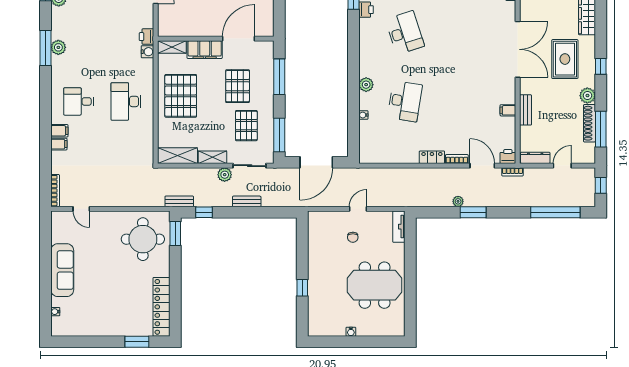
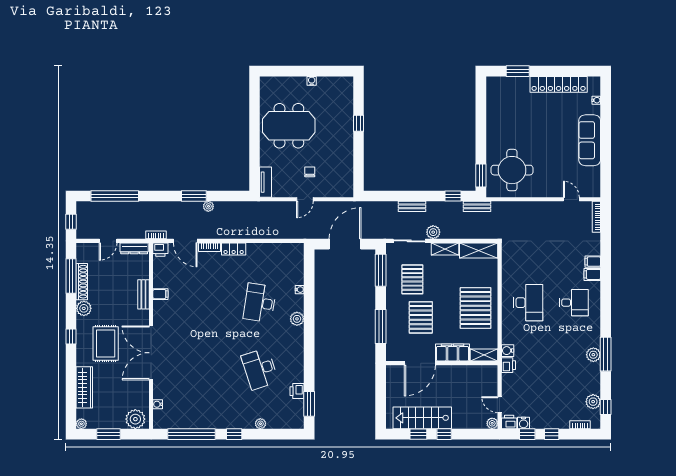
locker: (161, 307) -> (559, 84), moved, turned 90

